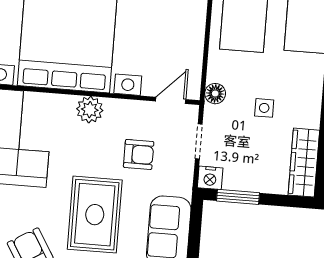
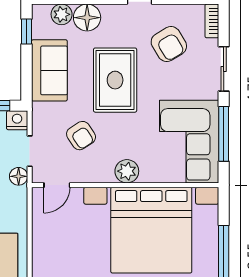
floor lamp: (215, 94) -> (19, 176), moved
armchair: (139, 154) -> (81, 136), turned -123

